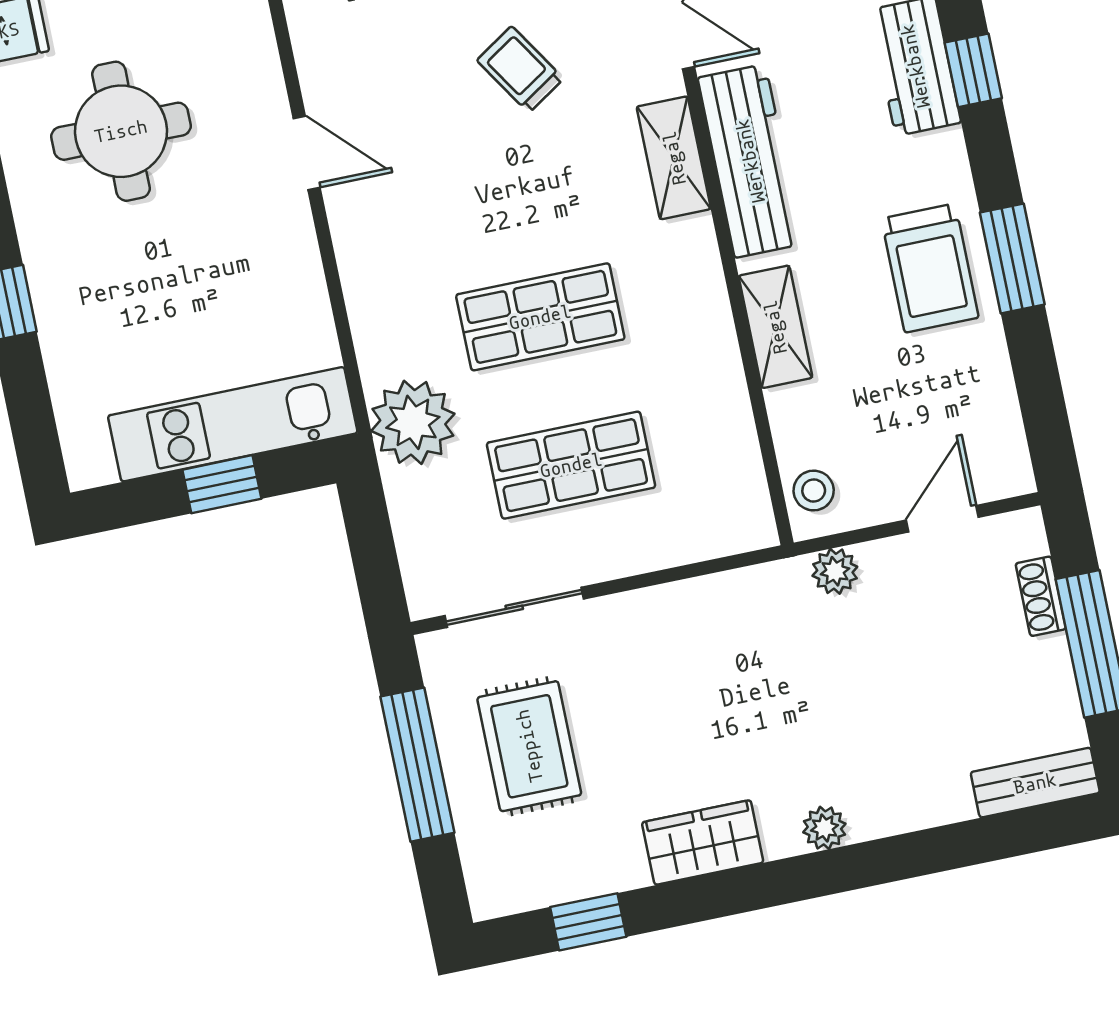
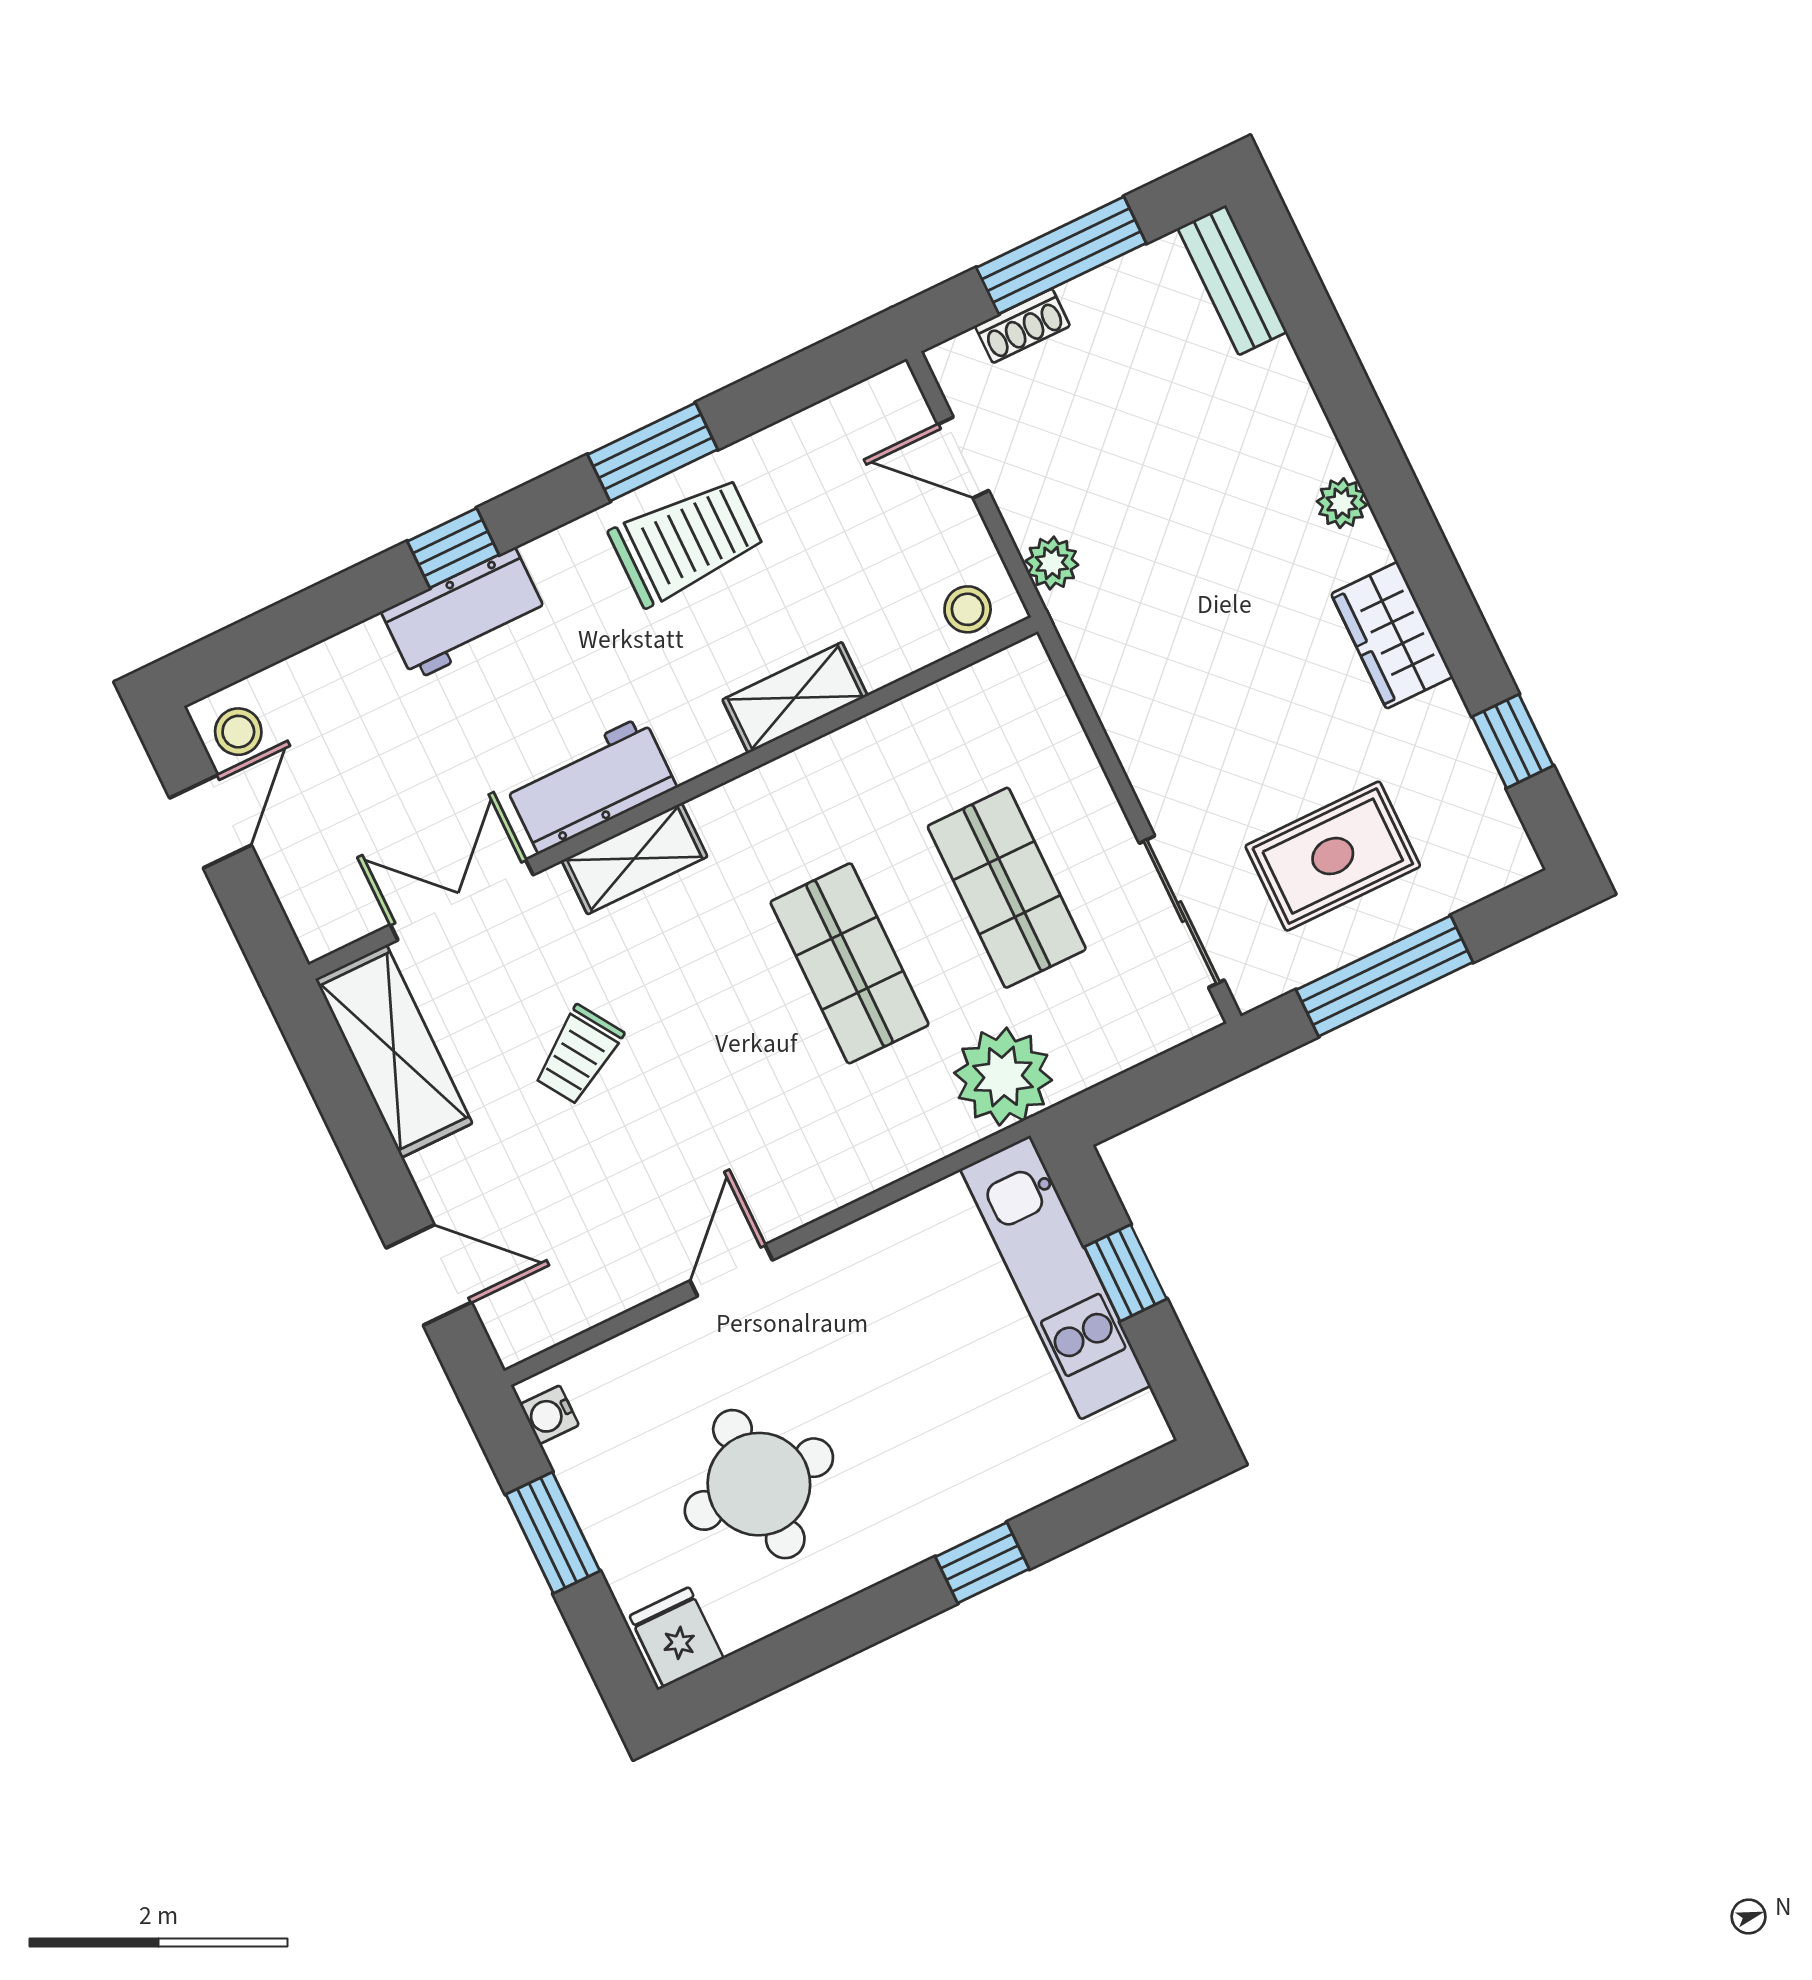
workbench: (750, 161) -> (591, 785), width x0.73

